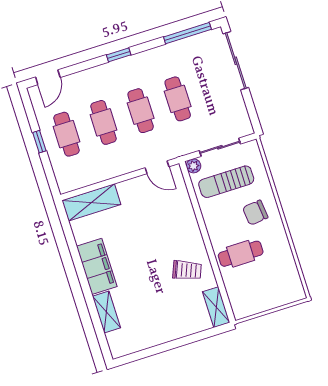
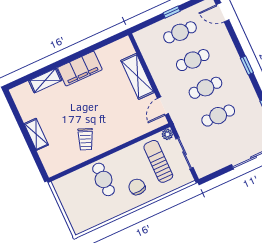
shelving: (91, 202) -> (138, 76), moved
shelving: (216, 307) -> (36, 134), moved, turned 90

